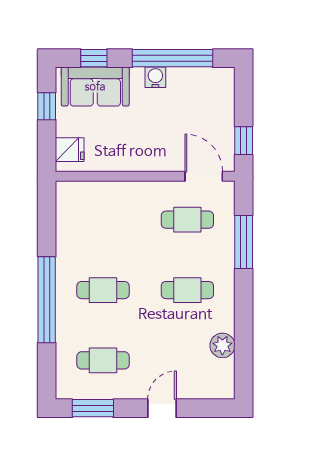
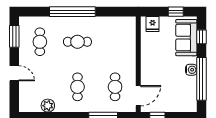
cafe table: (103, 290) -> (77, 42), turned 90

